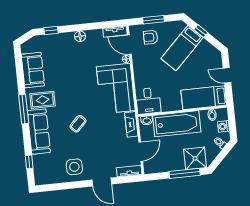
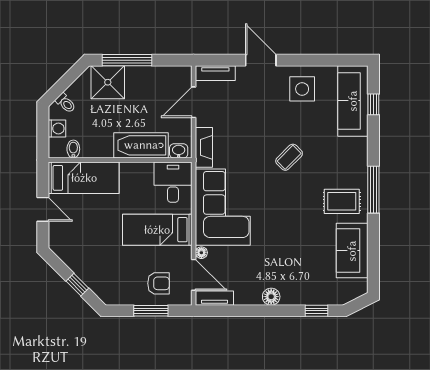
bed: (182, 48) -> (157, 230), moved, turned -135
bathtub: (177, 124) -> (141, 145), width x0.73, depth x0.73
sofa: (39, 132) -> (353, 101), moved

